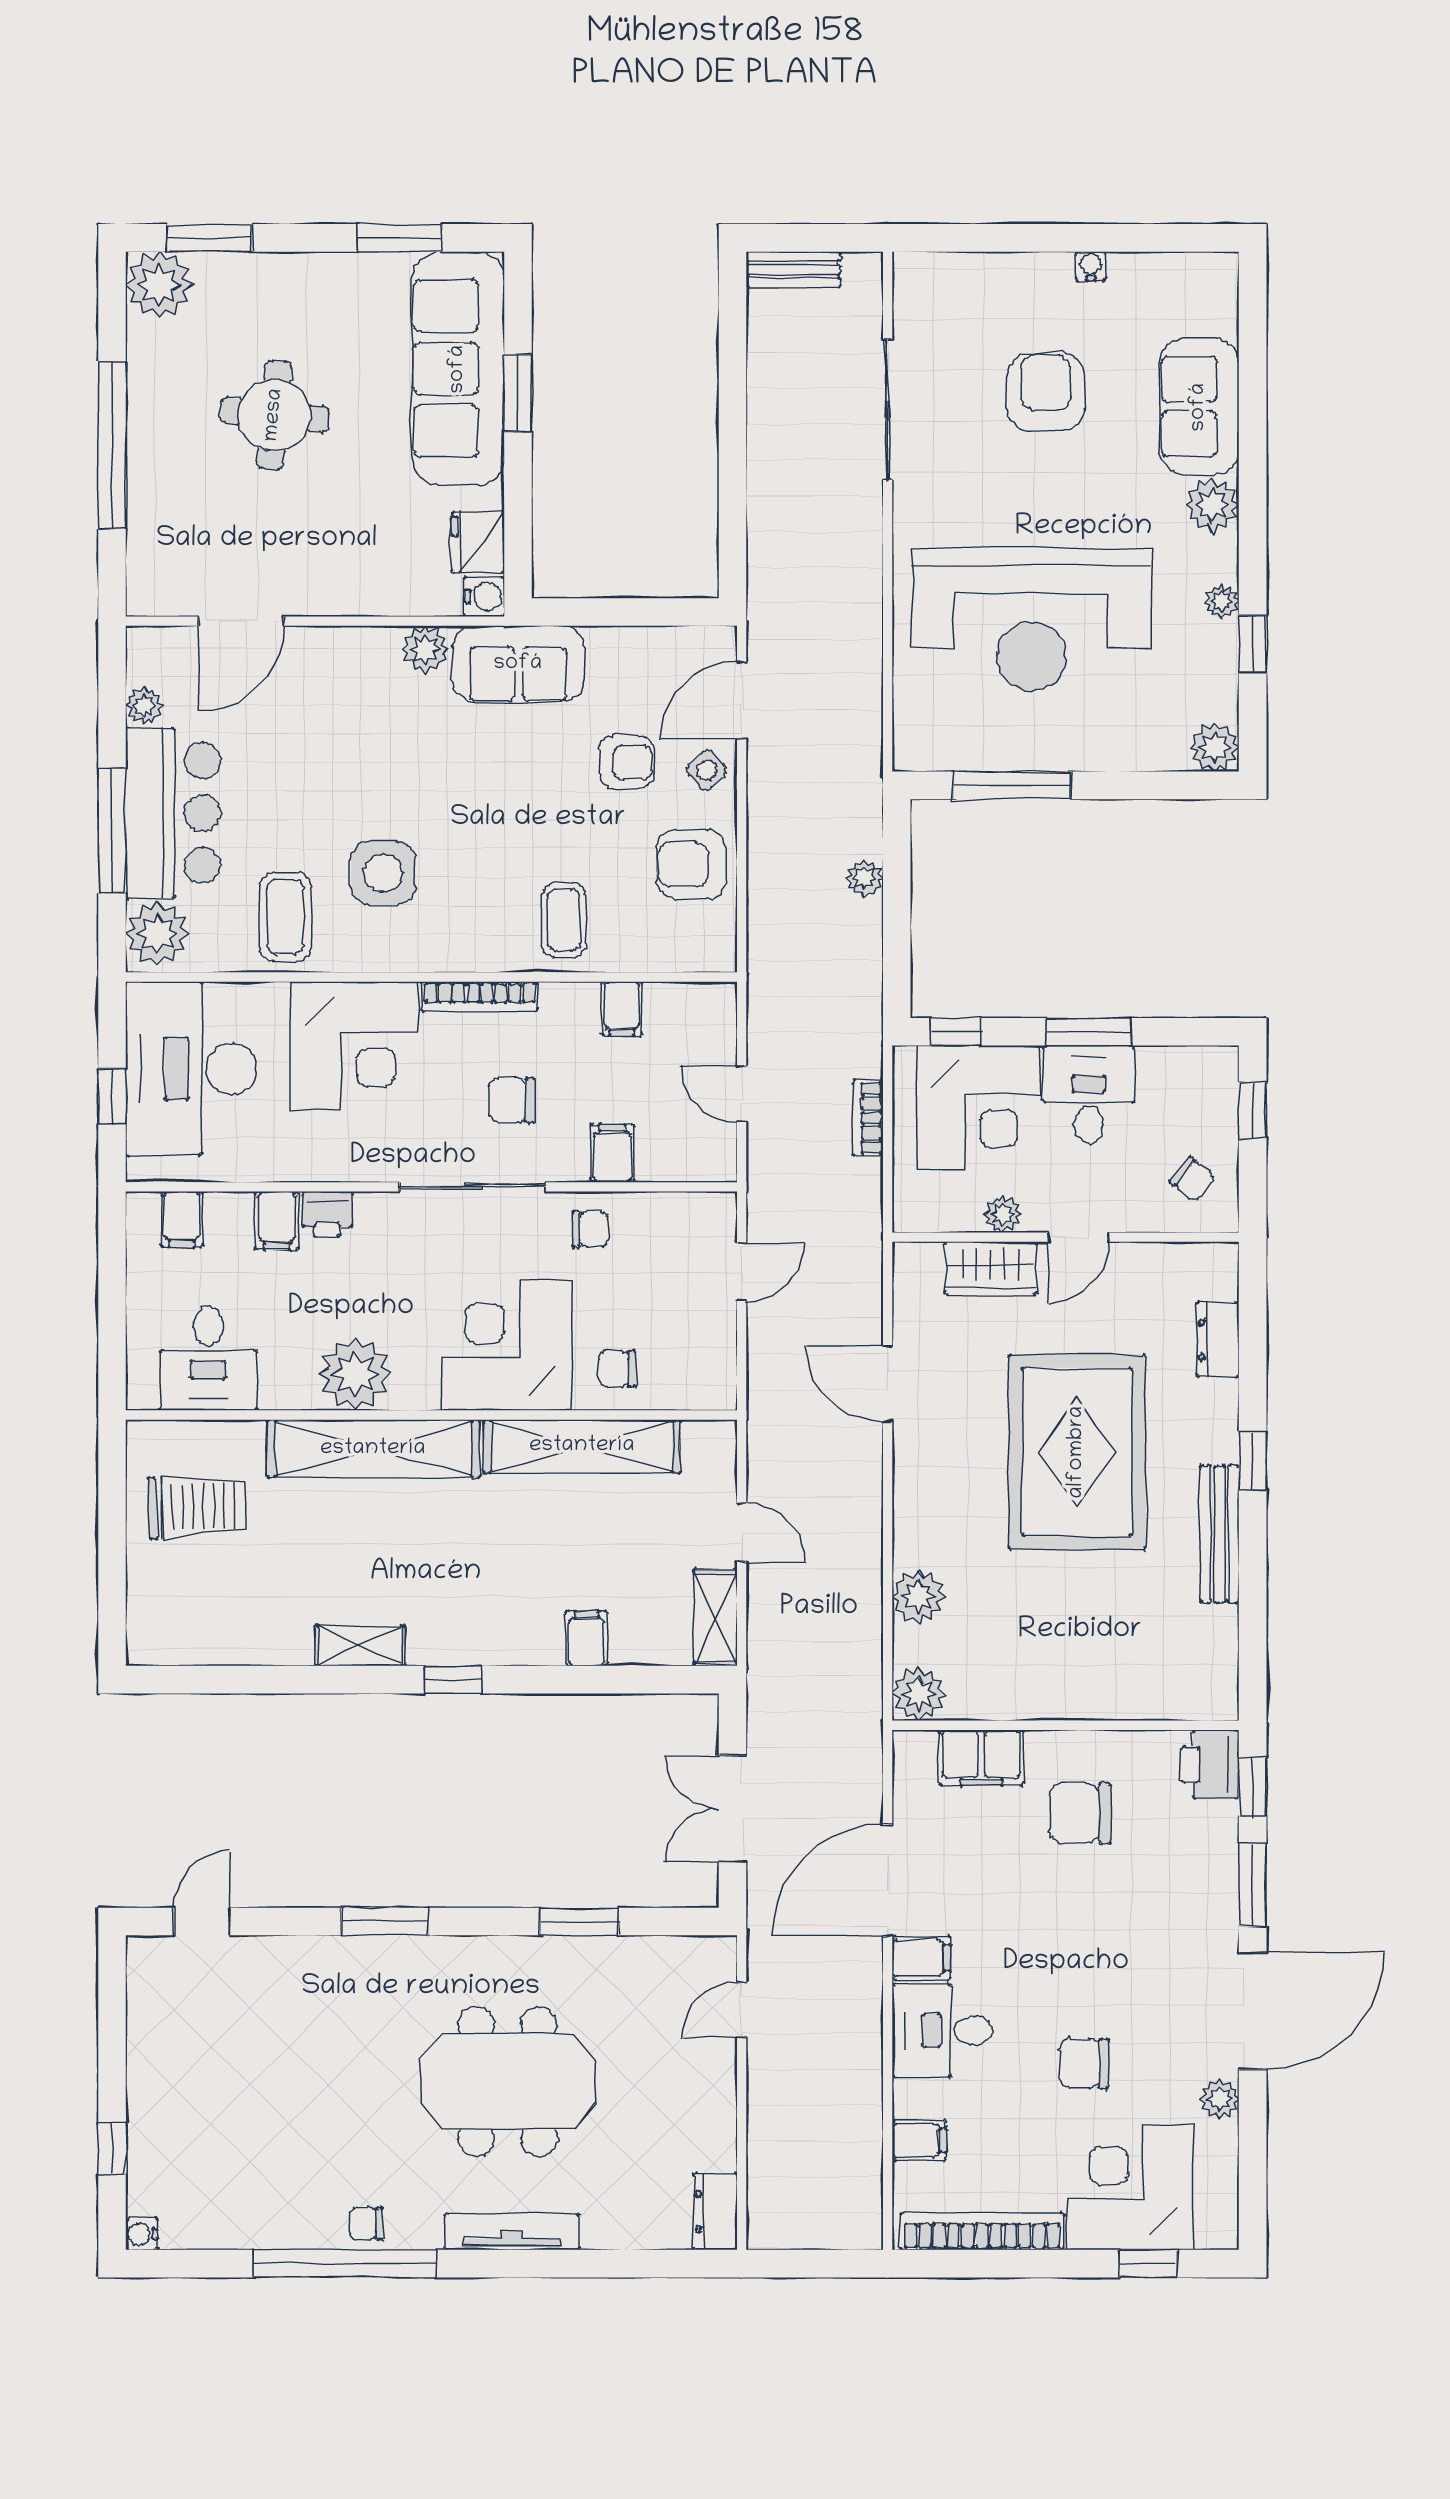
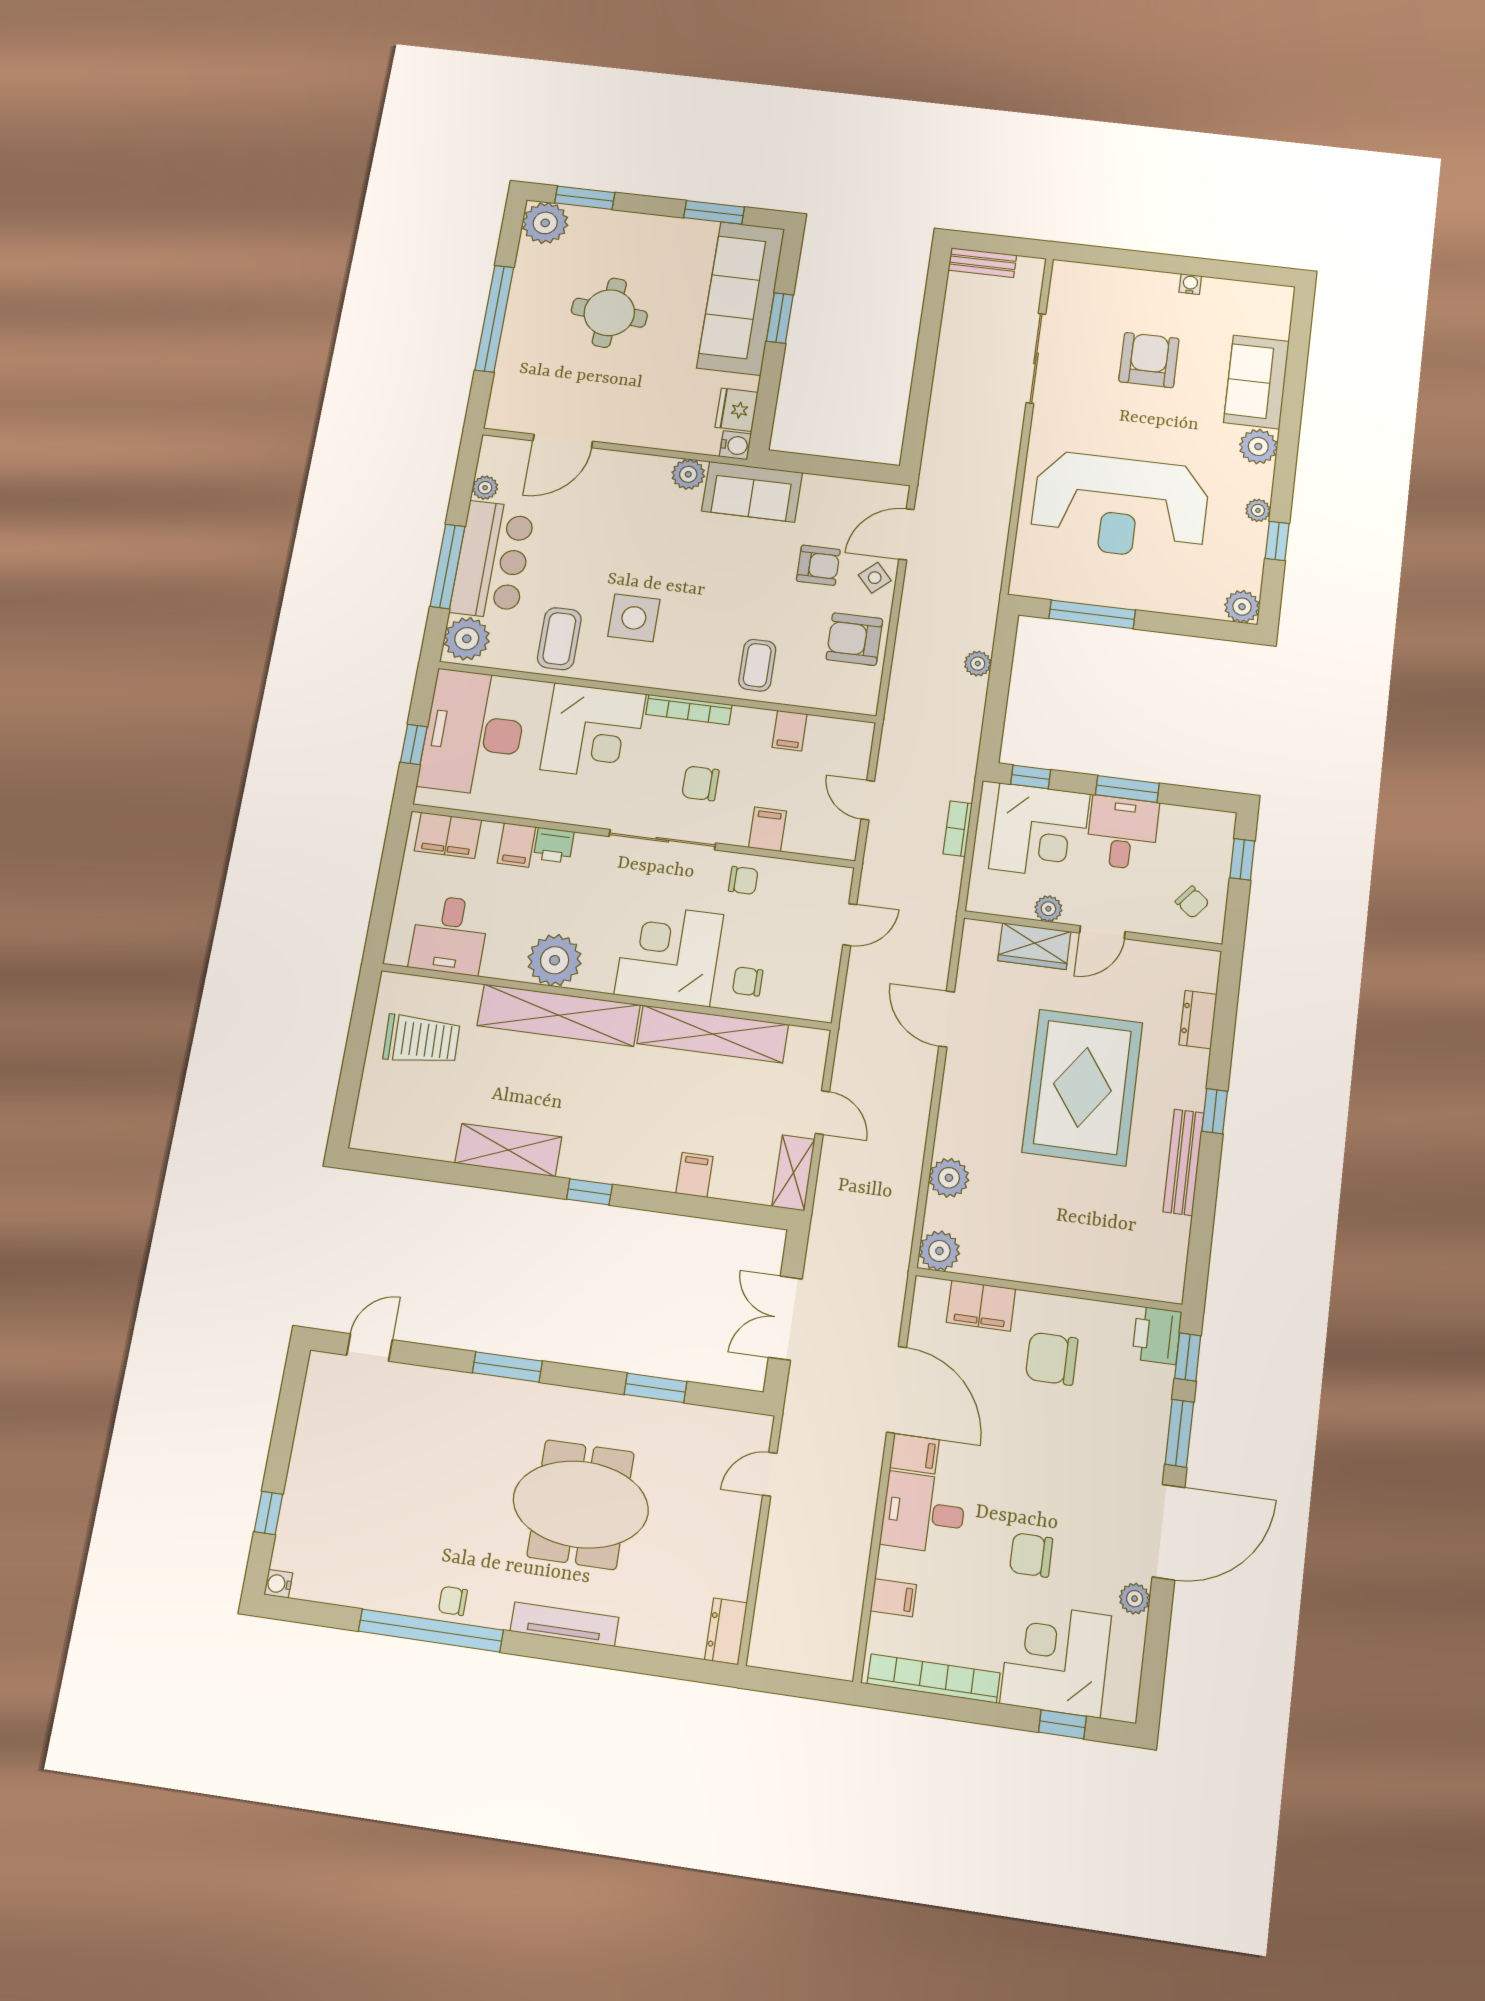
filing cabinet: (182, 1219) -> (448, 835), width x2.00
shelving: (360, 1646) -> (508, 1150), width x1.50, depth x1.33
door: (888, 1880) -> (896, 1390), swing flipped

